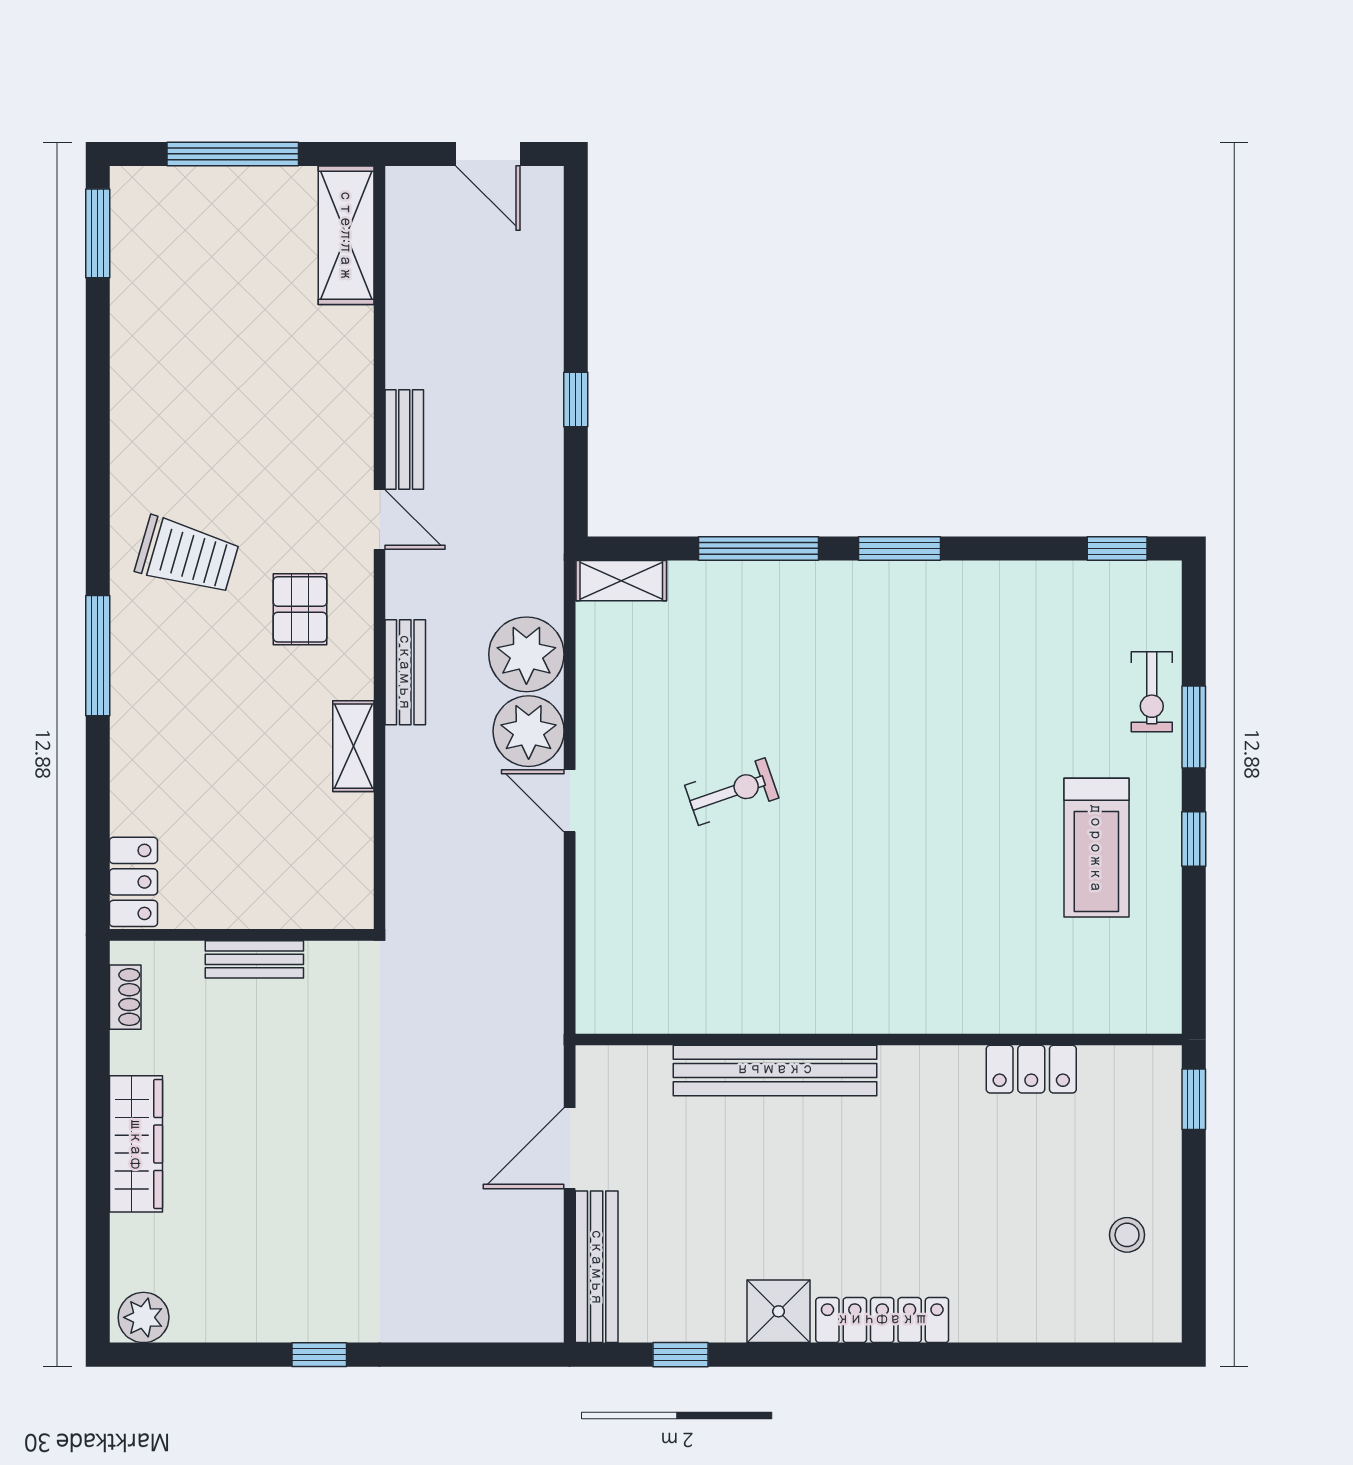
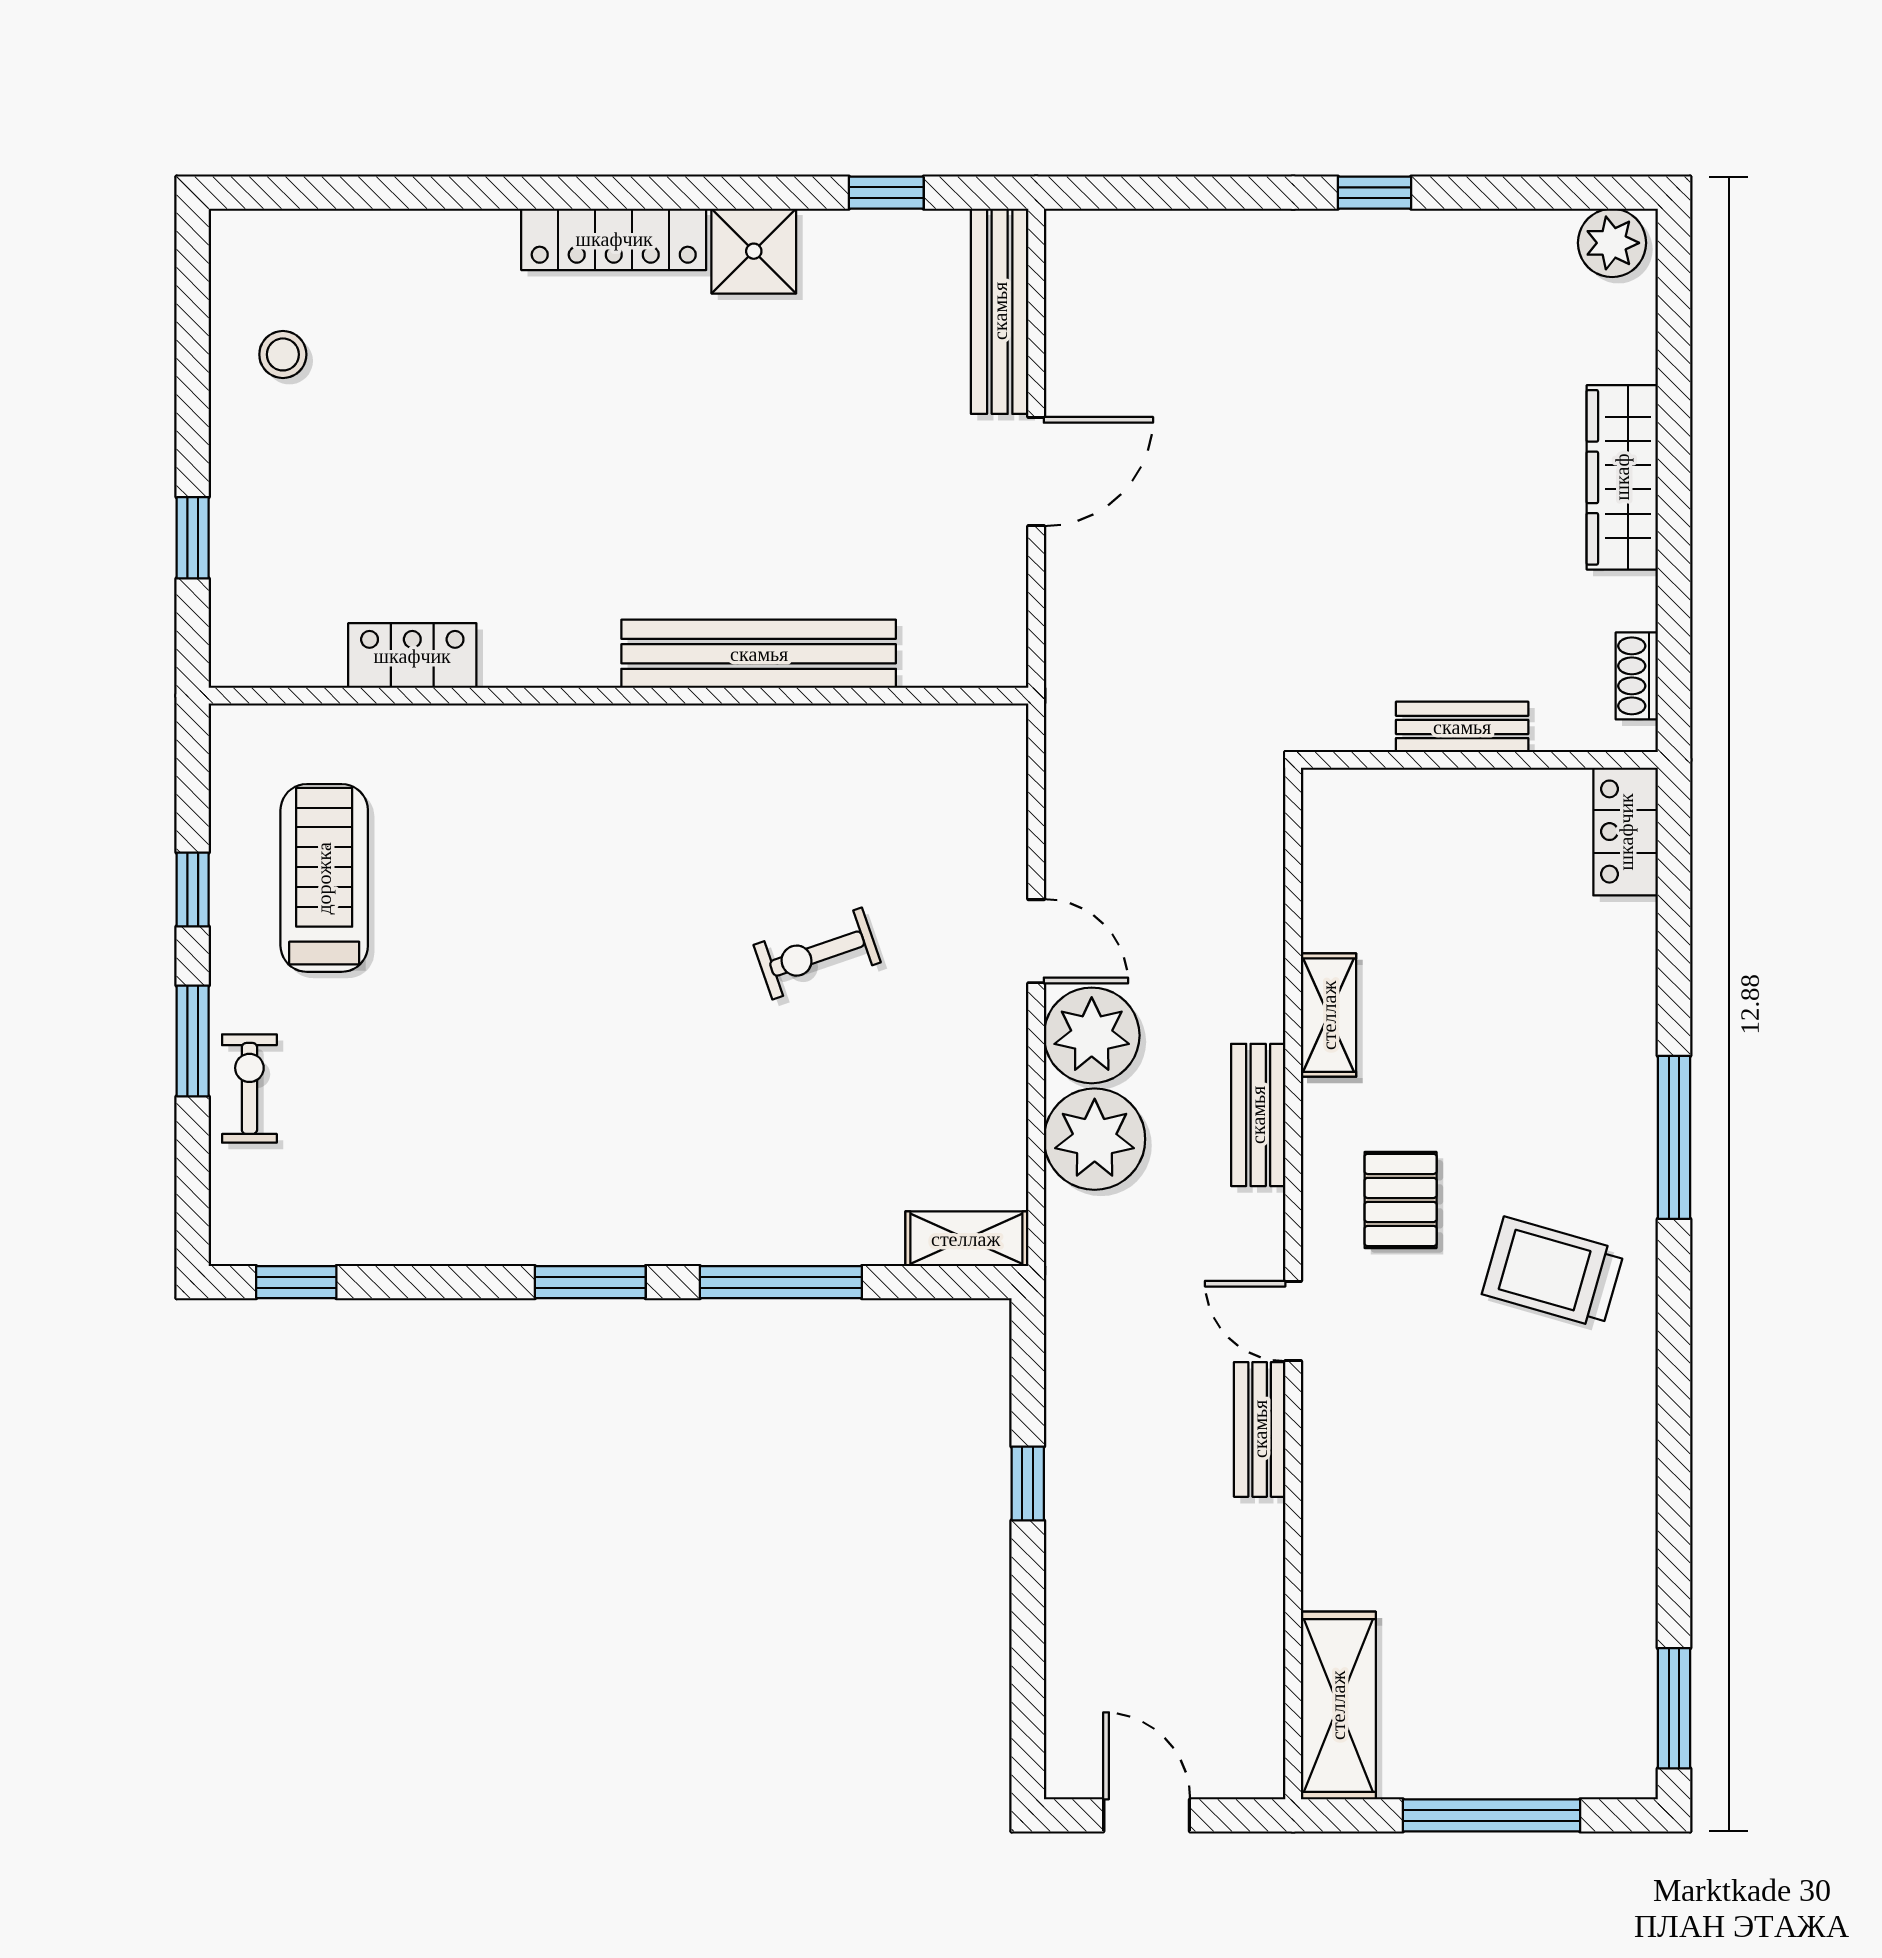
wall: (879, 1039) -> (619, 696), moved
locker: (1031, 1069) -> (412, 656), moved
bench: (775, 1070) -> (759, 654), moved

